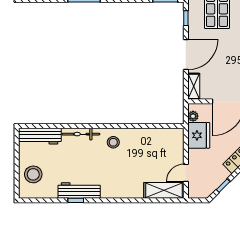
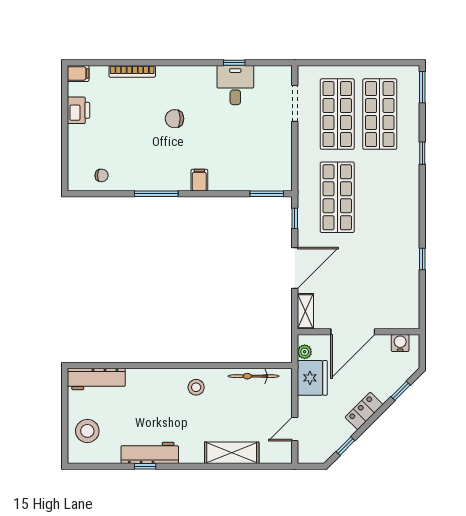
bicycle: (81, 134) -> (253, 376), moved
shelving: (164, 190) -> (232, 453), moved

